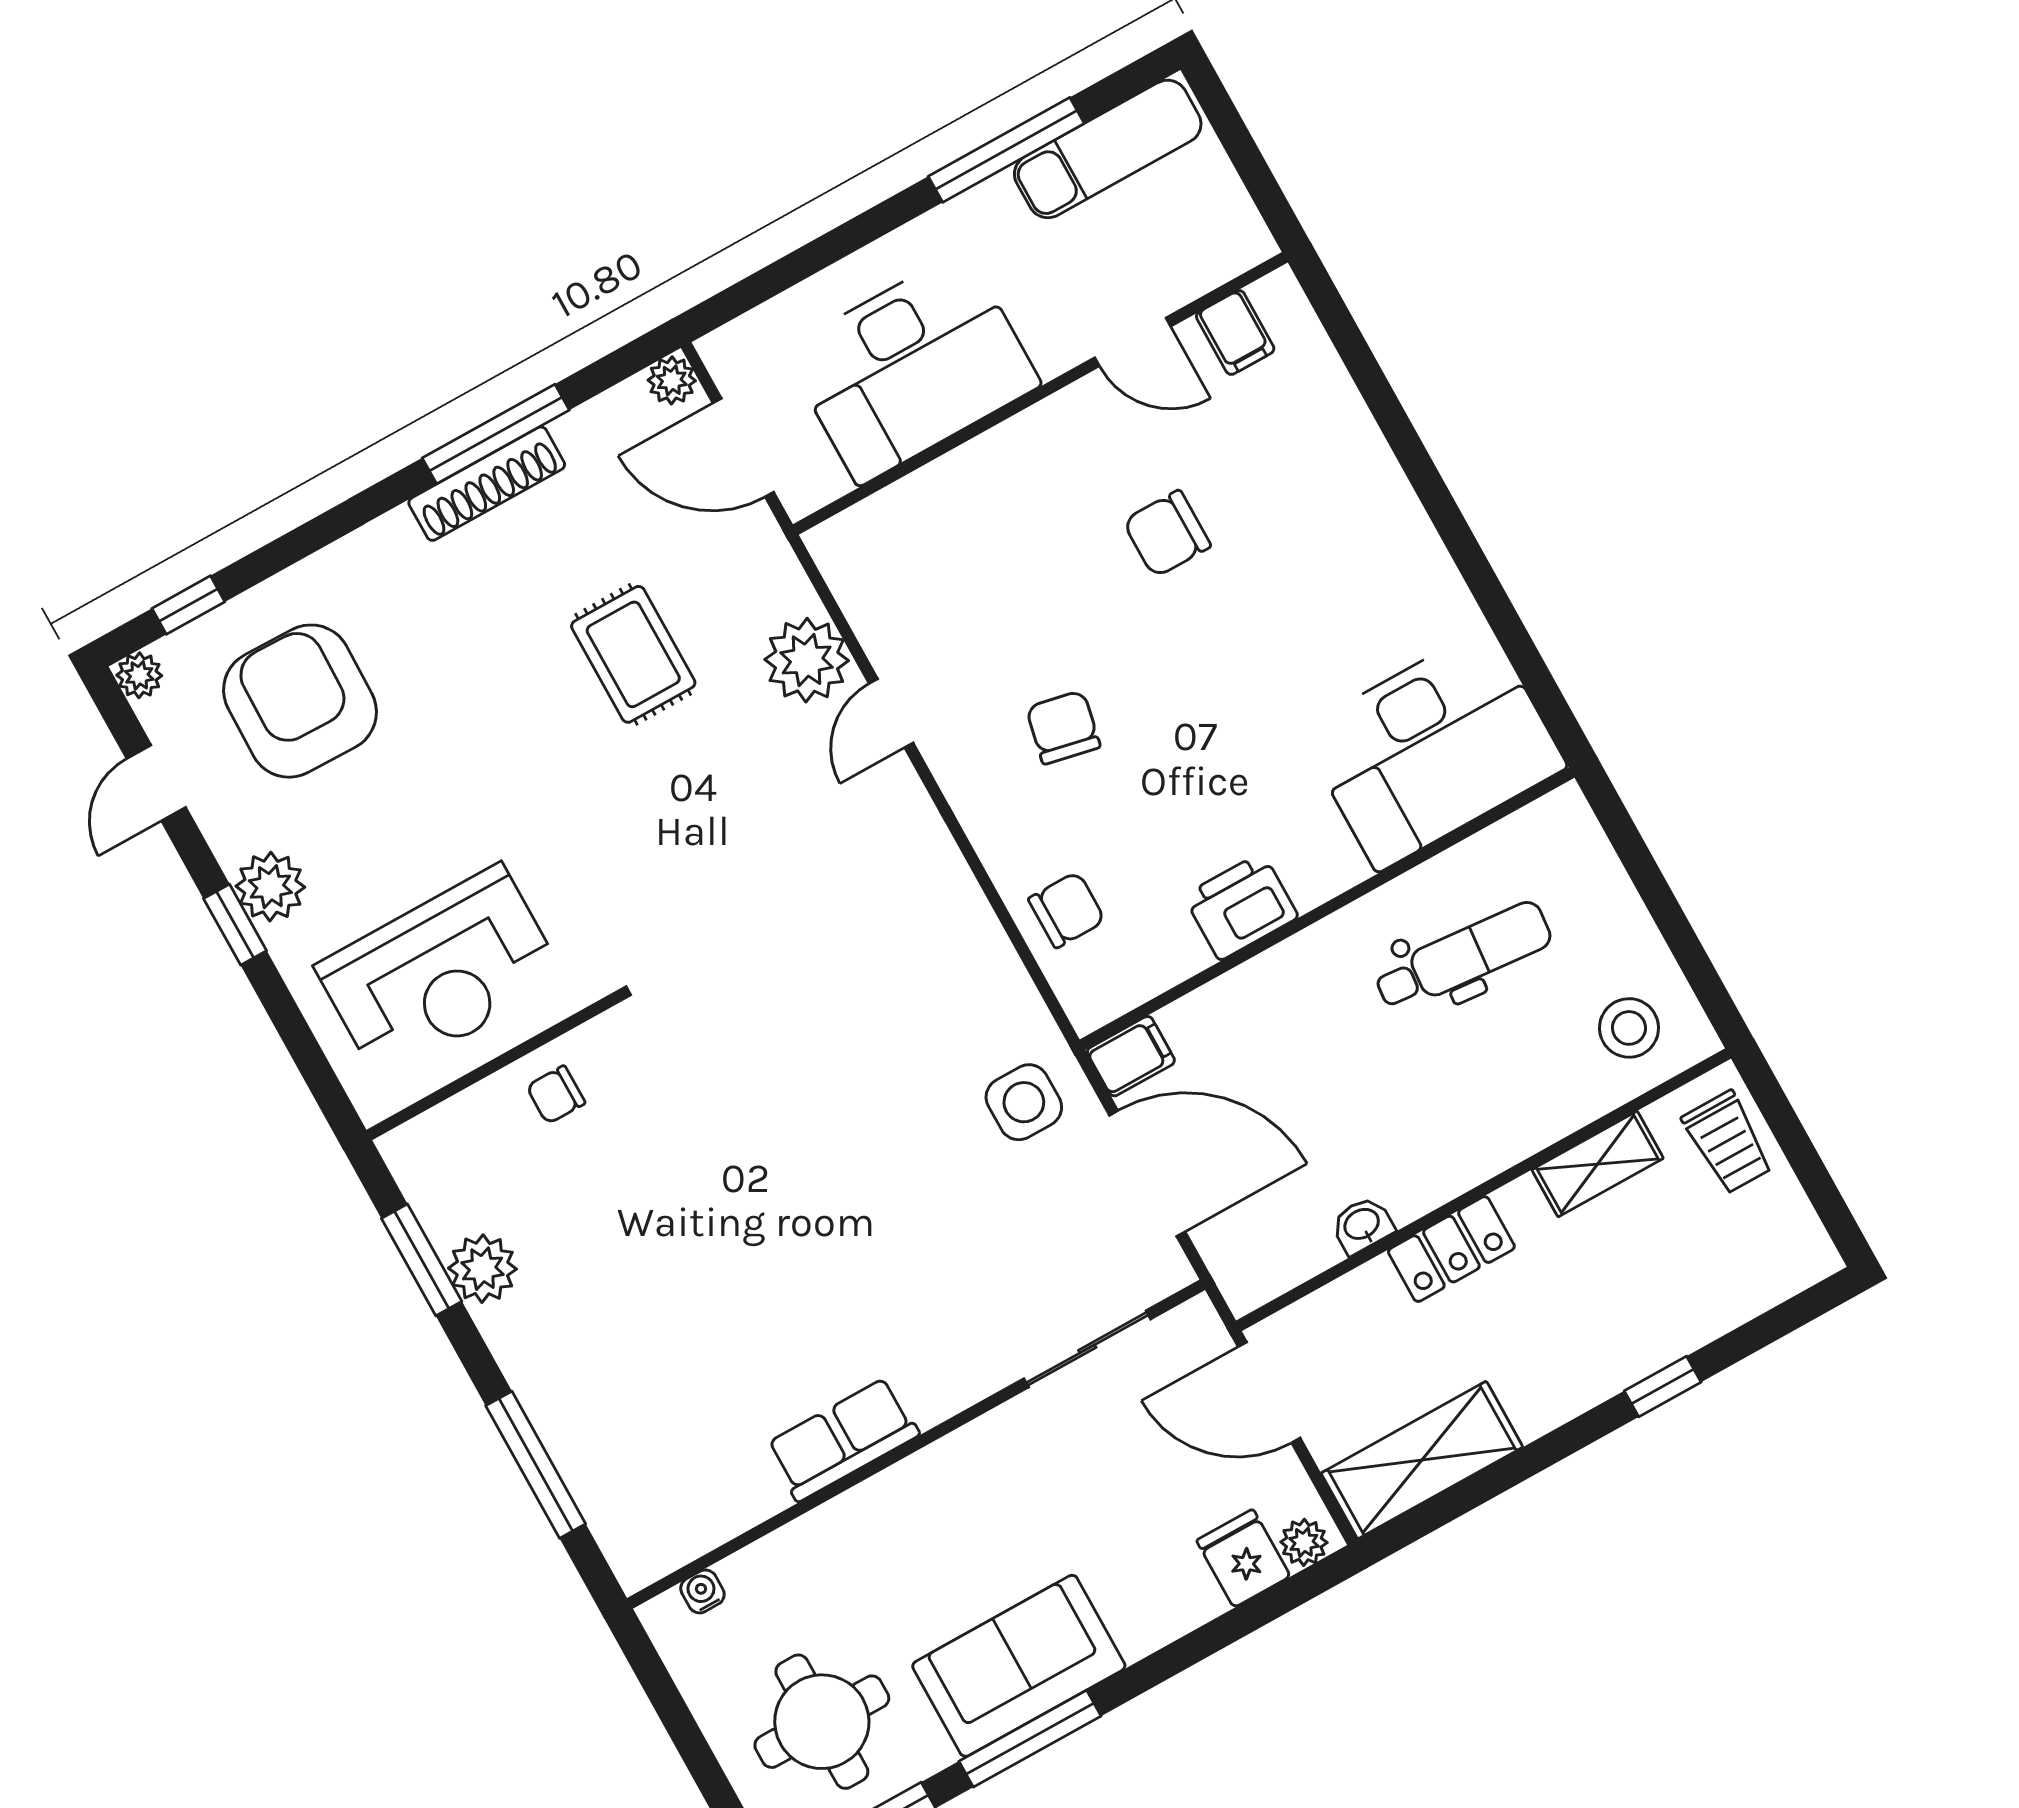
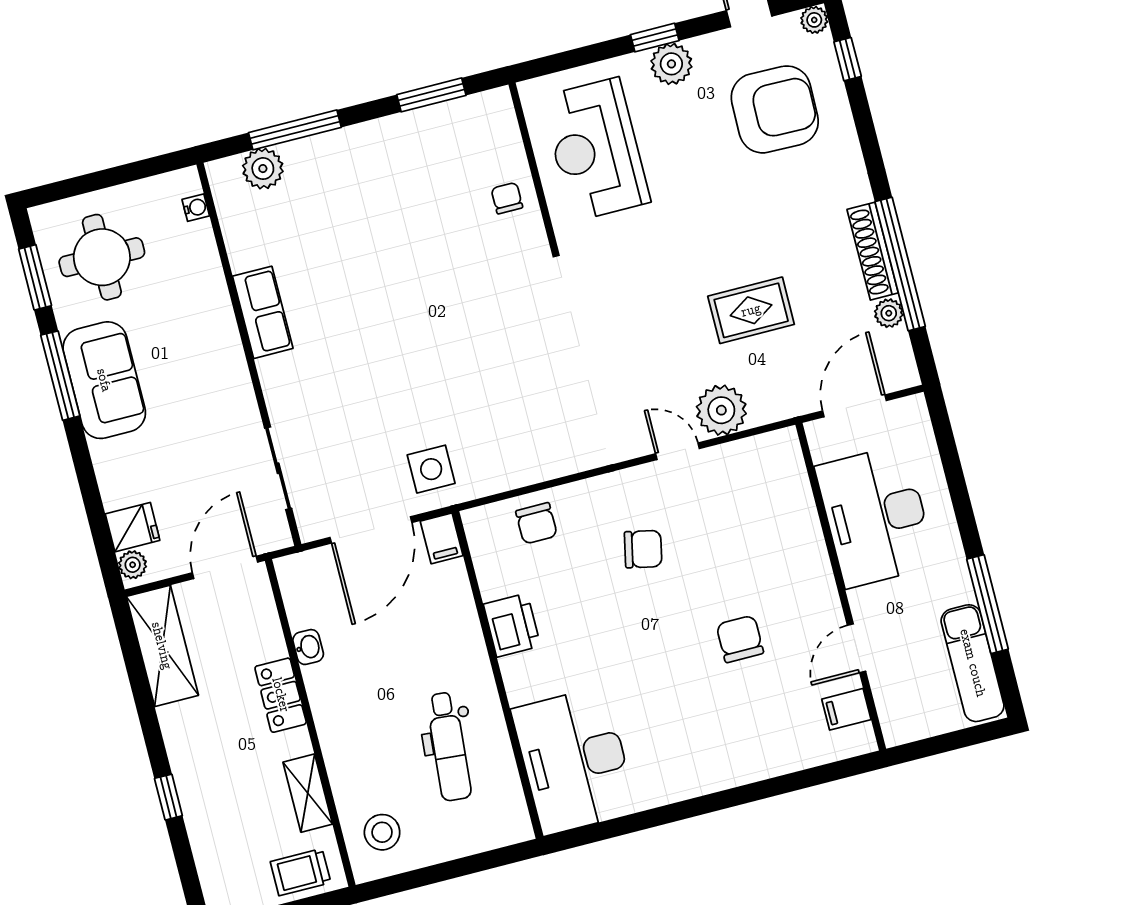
plant: (672, 380) -> (889, 313), moved
window: (496, 434) -> (900, 264), width x1.46
plant: (483, 1269) -> (263, 169), moved

